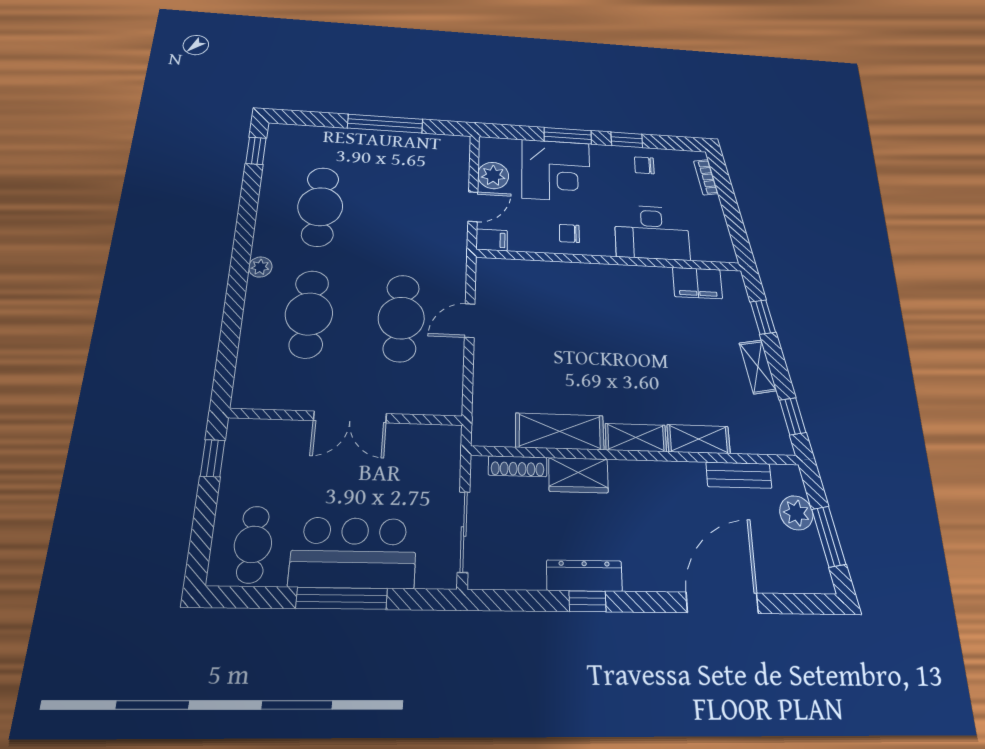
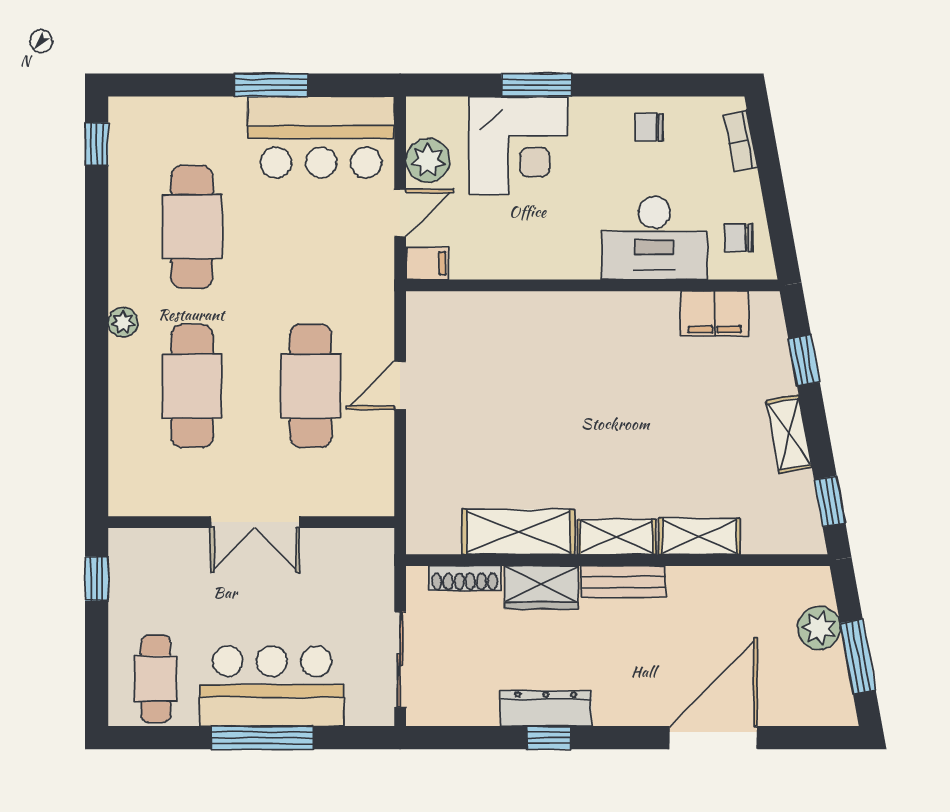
window: (385, 124) -> (271, 85), width x0.69
window: (627, 140) -> (625, 85), removed
bar counter: (418, 157) -> (321, 137), added
chair: (569, 233) -> (738, 238), moved
bench: (739, 475) -> (623, 582), moved

